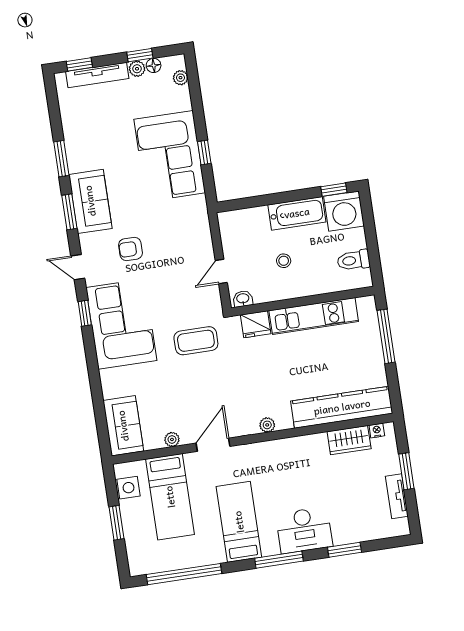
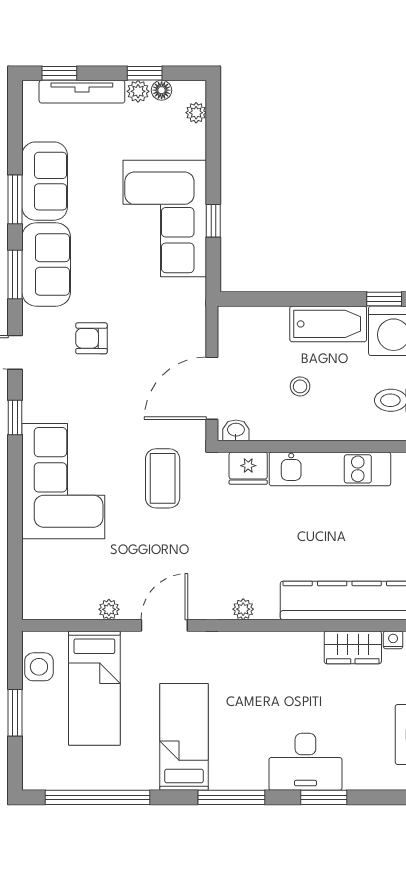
door: (221, 271) -> (212, 388), width x1.88
corner sofa: (121, 324) -> (63, 481), moved
coffee table: (196, 341) -> (163, 478), turned 90
sofa: (123, 426) -> (45, 181), moved
desk: (304, 530) -> (305, 762), moved

